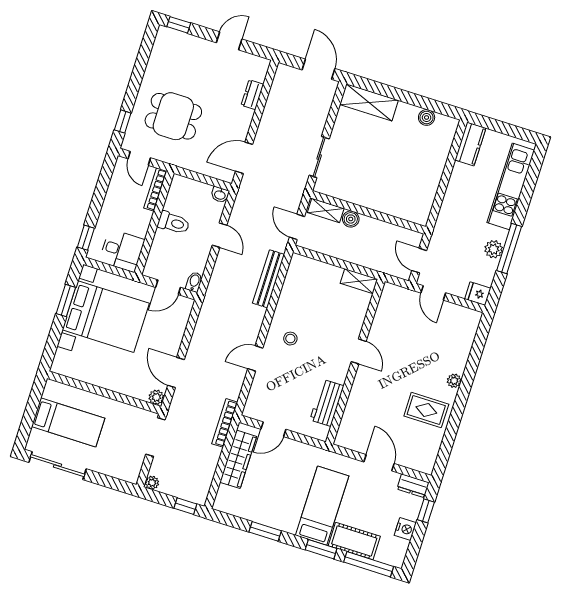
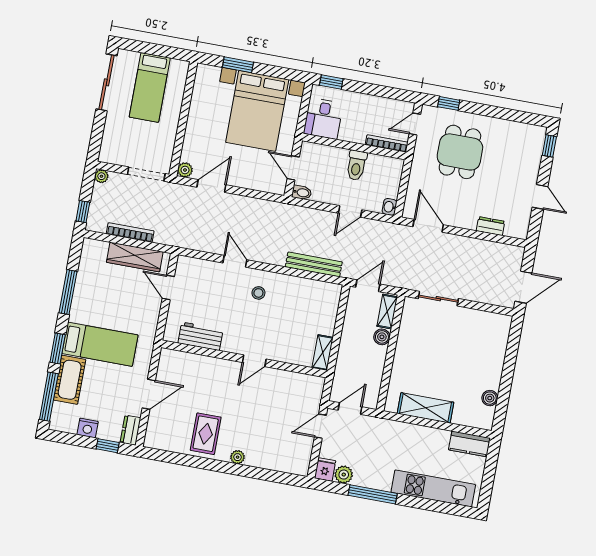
shelving: (369, 102) -> (425, 408), moved, turned 90
plant: (494, 249) -> (344, 475), moved
window: (66, 301) -> (238, 65), moved
bookcase: (225, 423) -> (130, 232), moved
window: (265, 531) -> (68, 292), width x1.44

